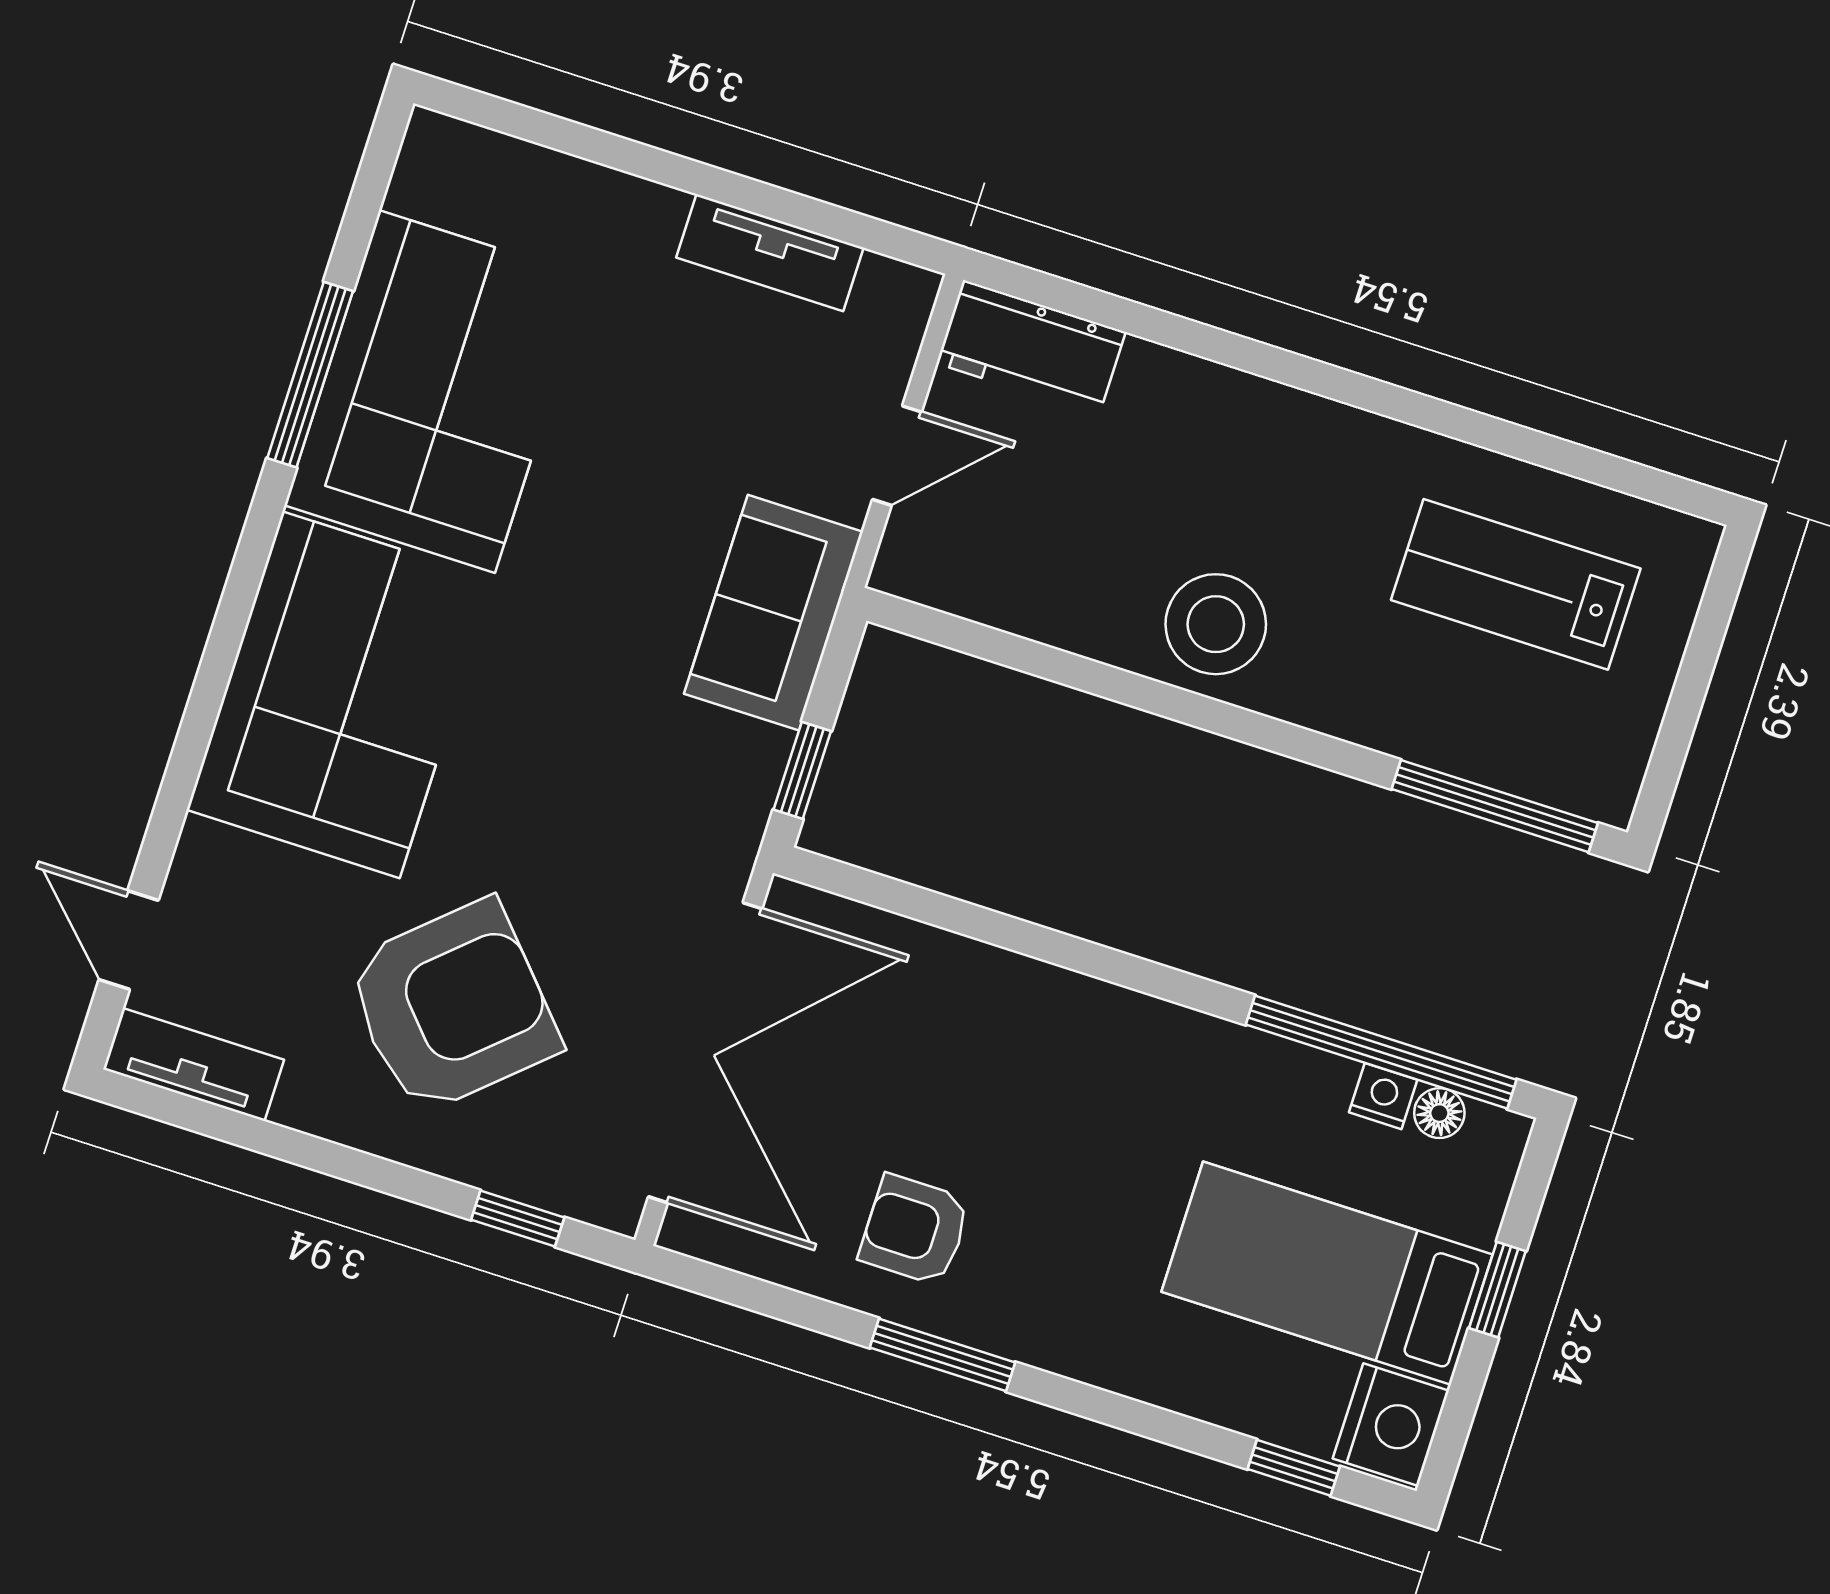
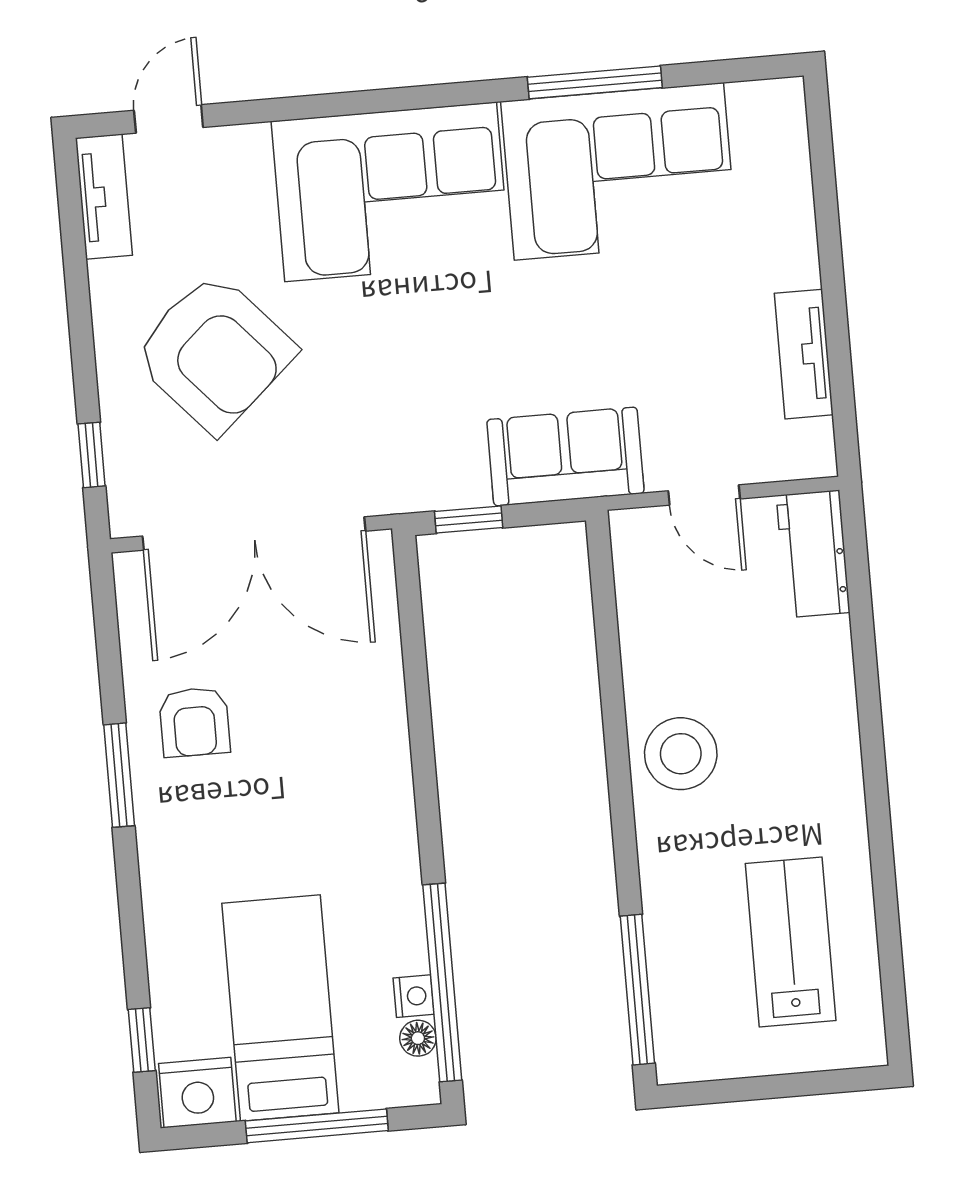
armchair: (915, 1230) -> (194, 722), turned 180
window: (1497, 1290) -> (317, 1126), width x2.17

